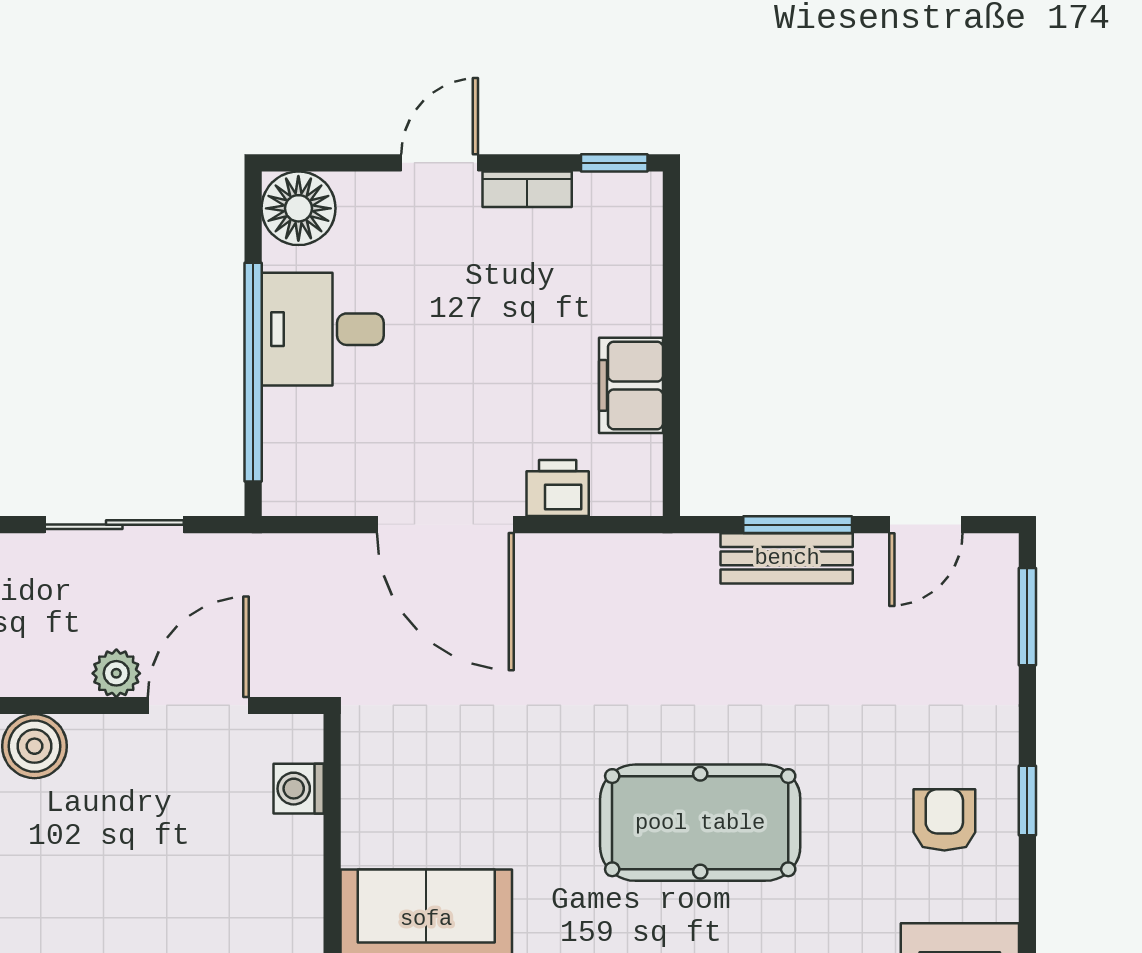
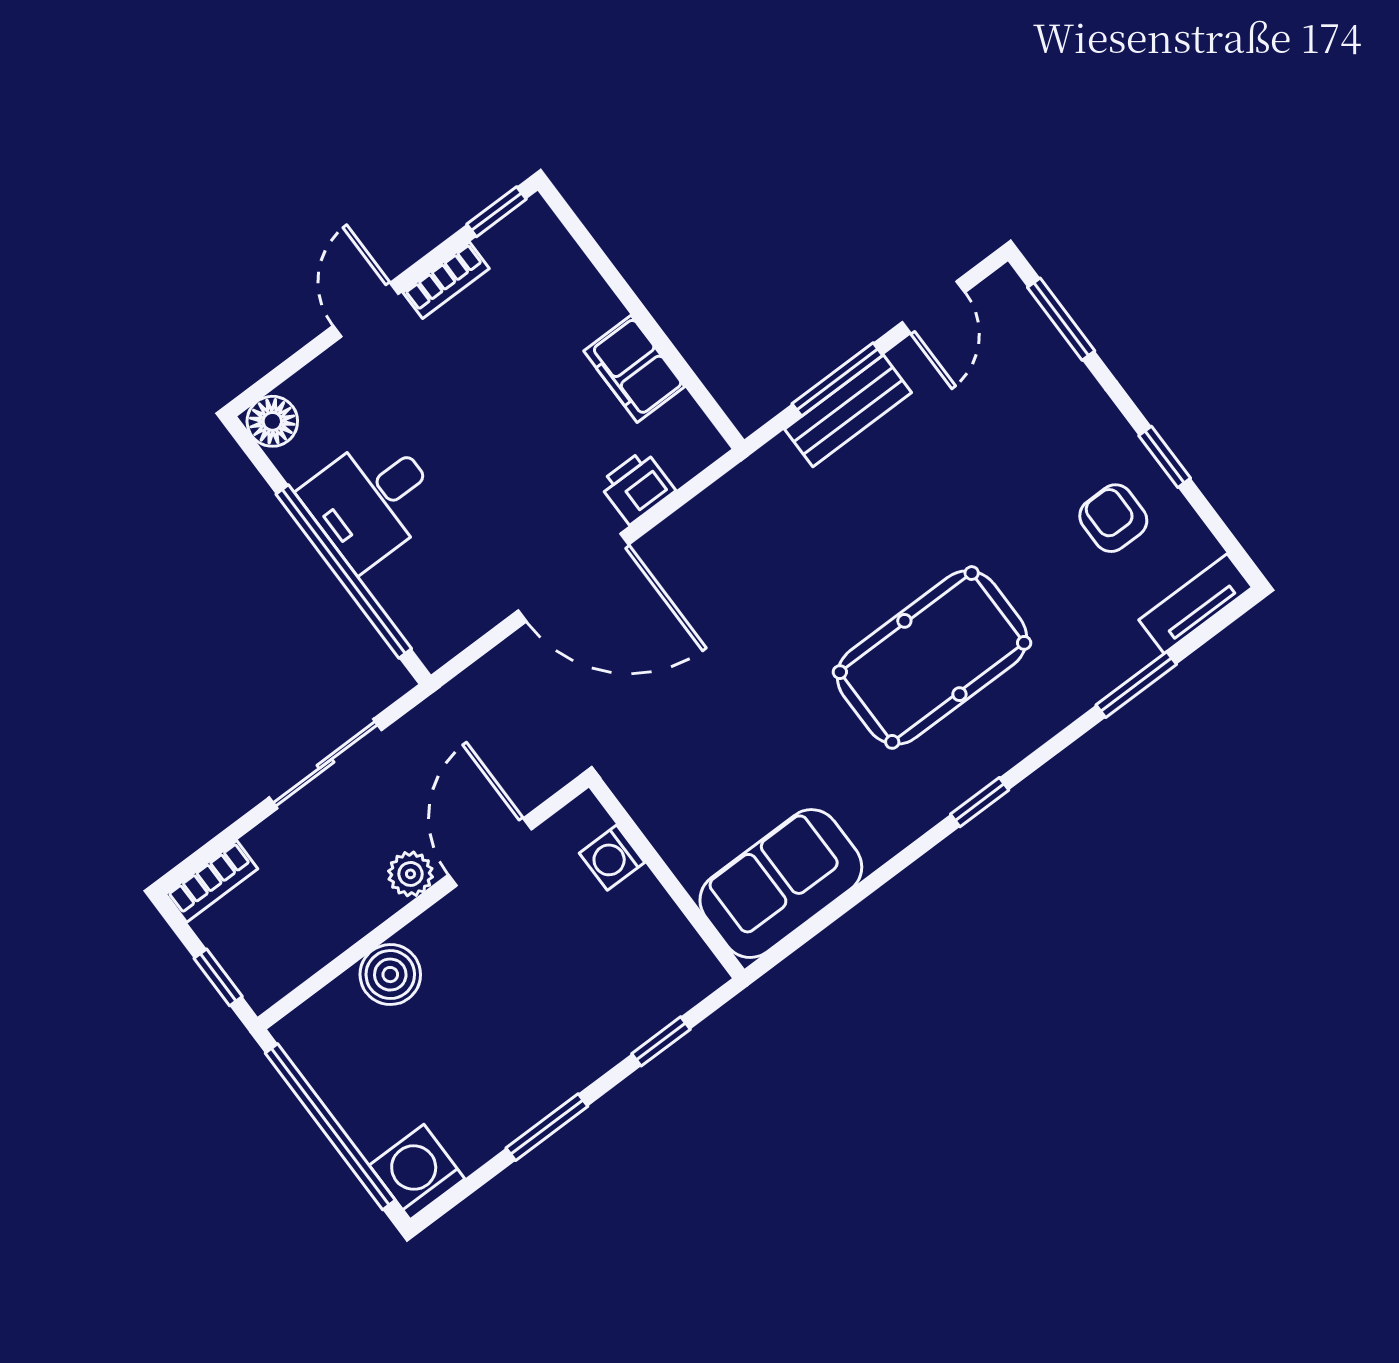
floor lamp: (298, 208) -> (272, 421), width x0.73, depth x0.73

